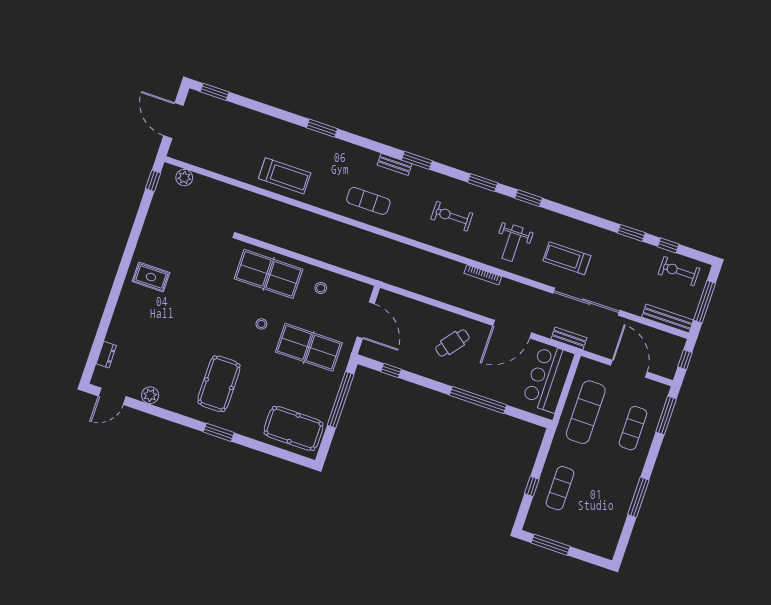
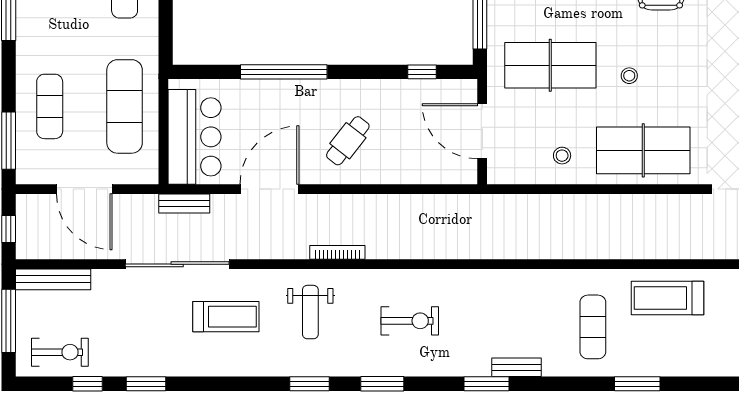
exercise mat: (368, 201) -> (593, 327), moved, turned 90
weight bench: (513, 243) -> (310, 312), turned 180

